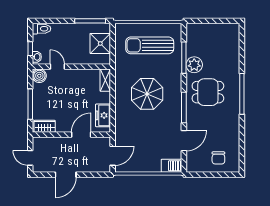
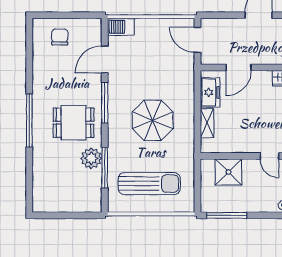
shower: (100, 43) -> (228, 172), moved
shelving: (105, 80) -> (207, 123), moved
door: (113, 156) -> (197, 40), hinge flipped

